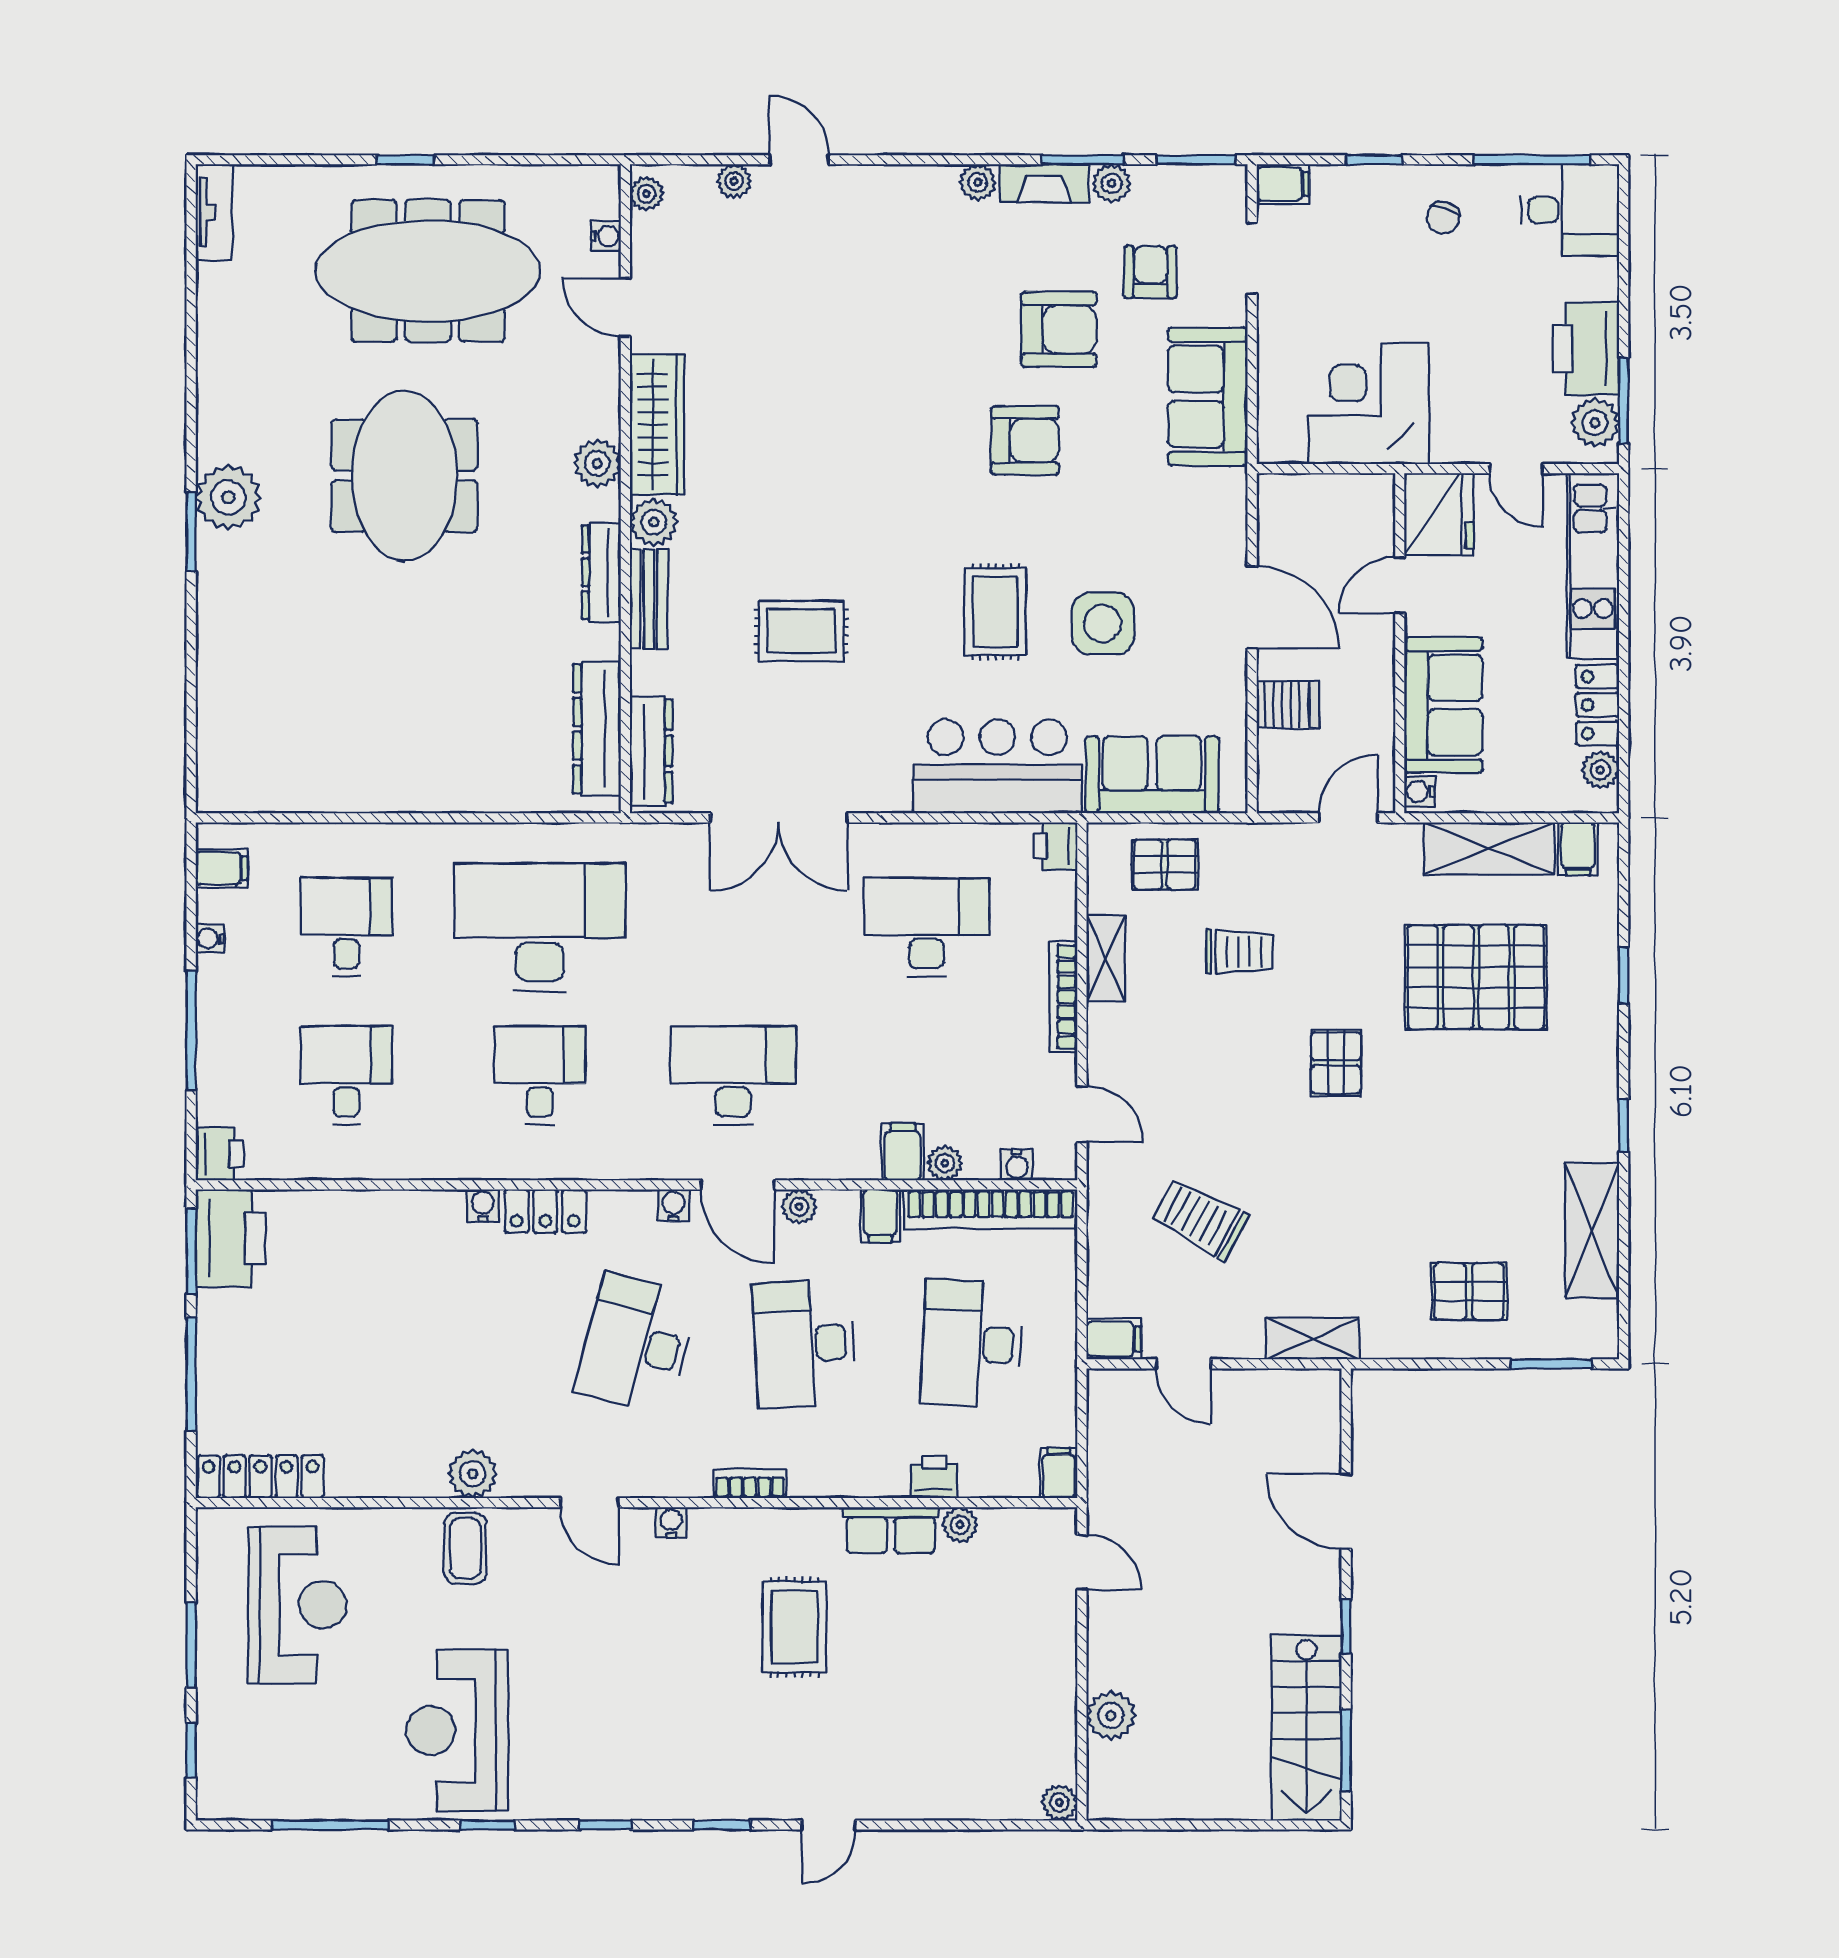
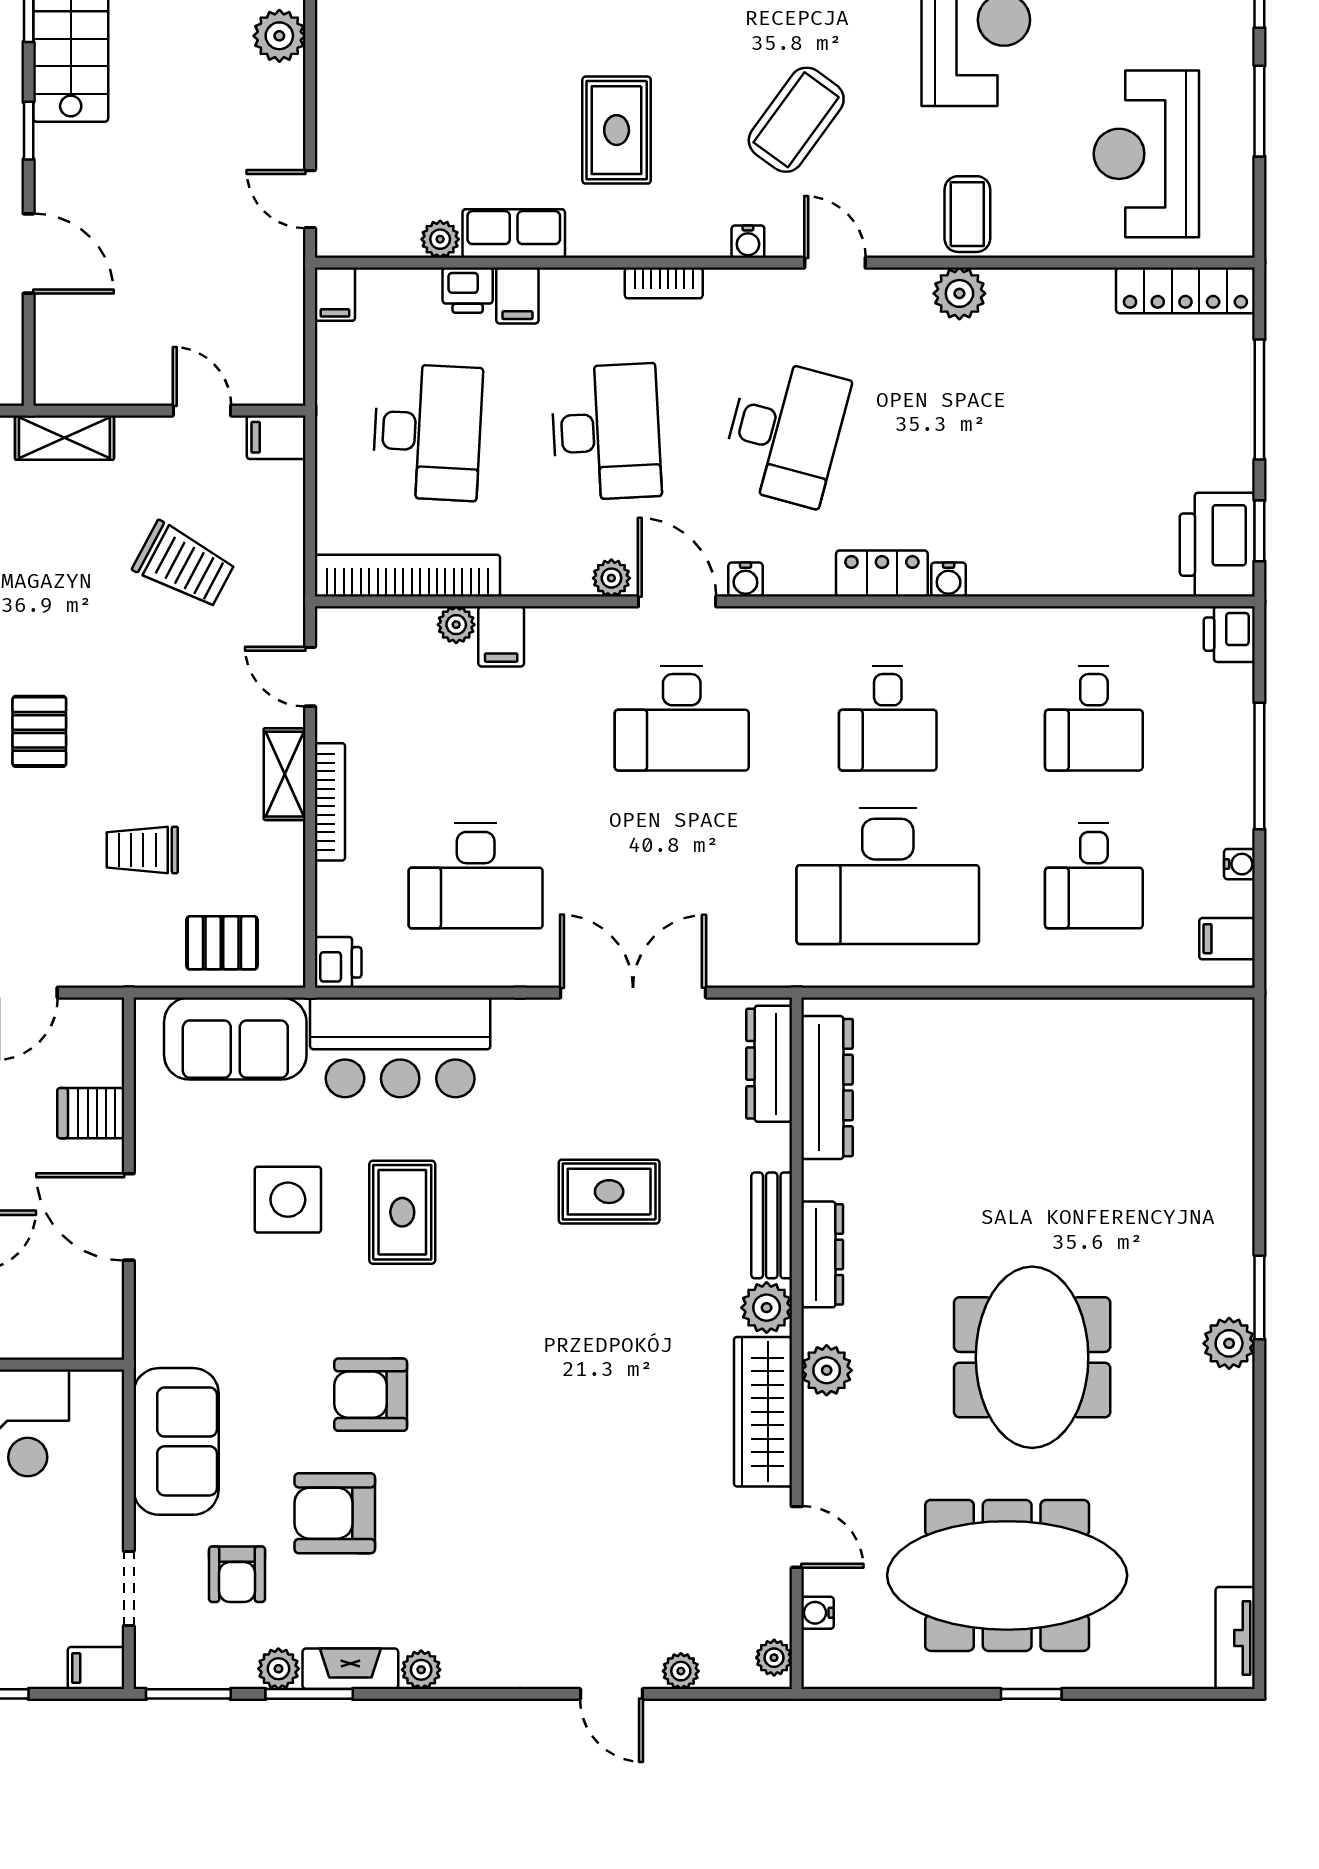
plant: (228, 497) -> (1229, 1343), width x0.73, depth x0.73
shelving: (1106, 958) -> (285, 774), moved
water cooler: (1017, 1165) -> (379, 623), removed
filing cabinet: (880, 1216) -> (517, 296), moved, turned 180
window: (191, 1251) -> (1259, 531), width x0.67
coffee table: (626, 1637) -> (796, 120), added

